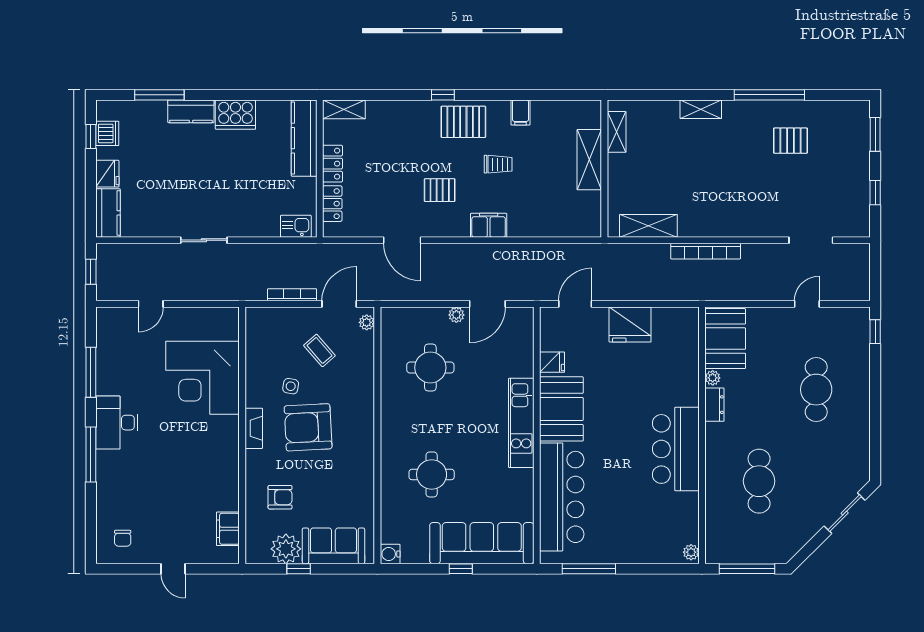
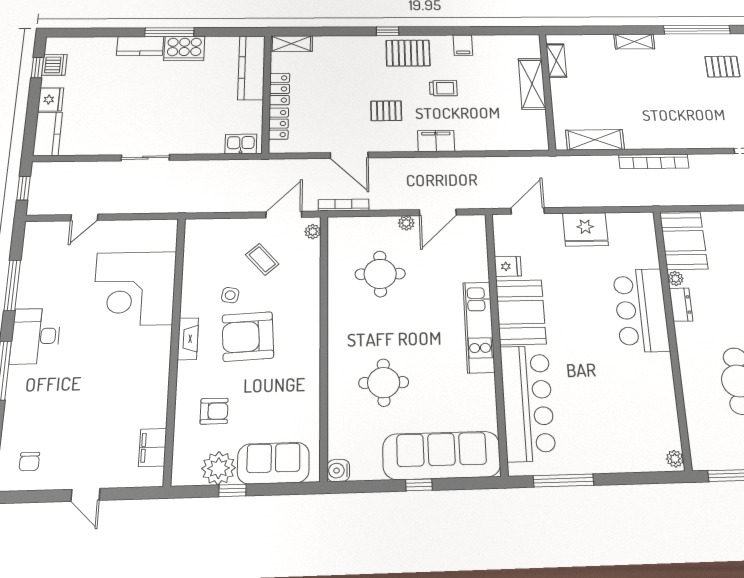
window: (159, 95) -> (169, 32), moved
bookcase: (292, 295) -> (344, 205), moved
bar counter: (676, 449) -> (641, 310), moved

